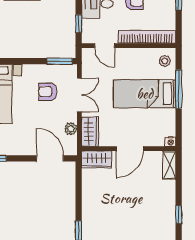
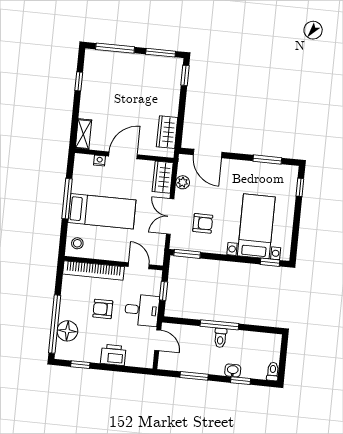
window: (179, 89) -> (67, 199), moved
nightstand: (171, 142) -> (100, 160), moved
wardrobe: (97, 160) -> (167, 132), moved, turned -90

